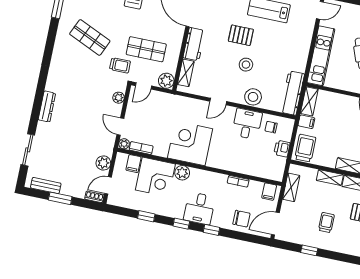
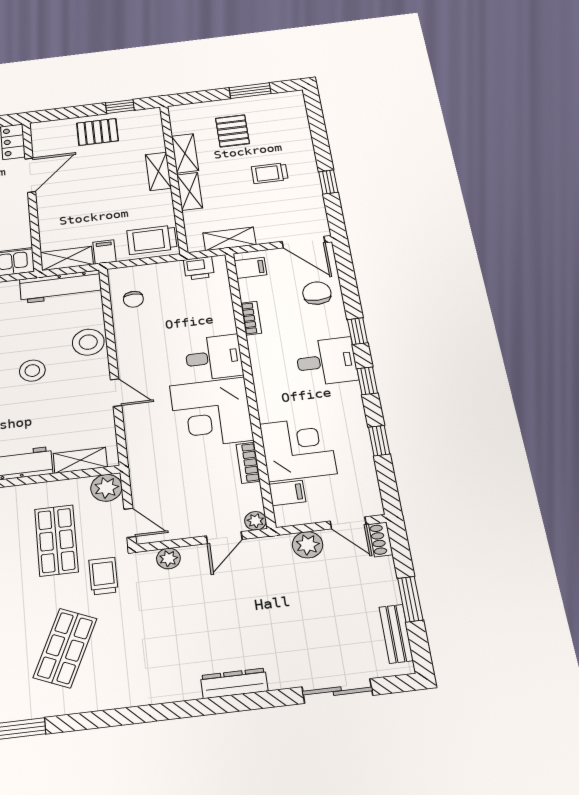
desk: (247, 124) -> (214, 357), moved, turned 180
bookcase: (141, 148) -> (248, 463), moved
printer: (282, 149) -> (199, 268), moved
plant: (182, 173) -> (272, 408), removed

